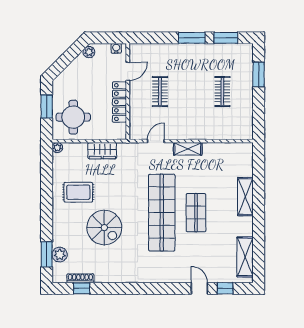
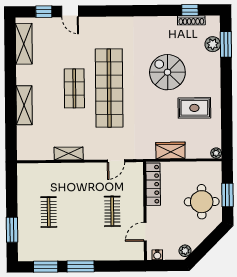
locker: (120, 102) -> (153, 184), moved
round table: (73, 117) -> (202, 202), moved
shelving: (188, 149) -> (69, 153), moved

